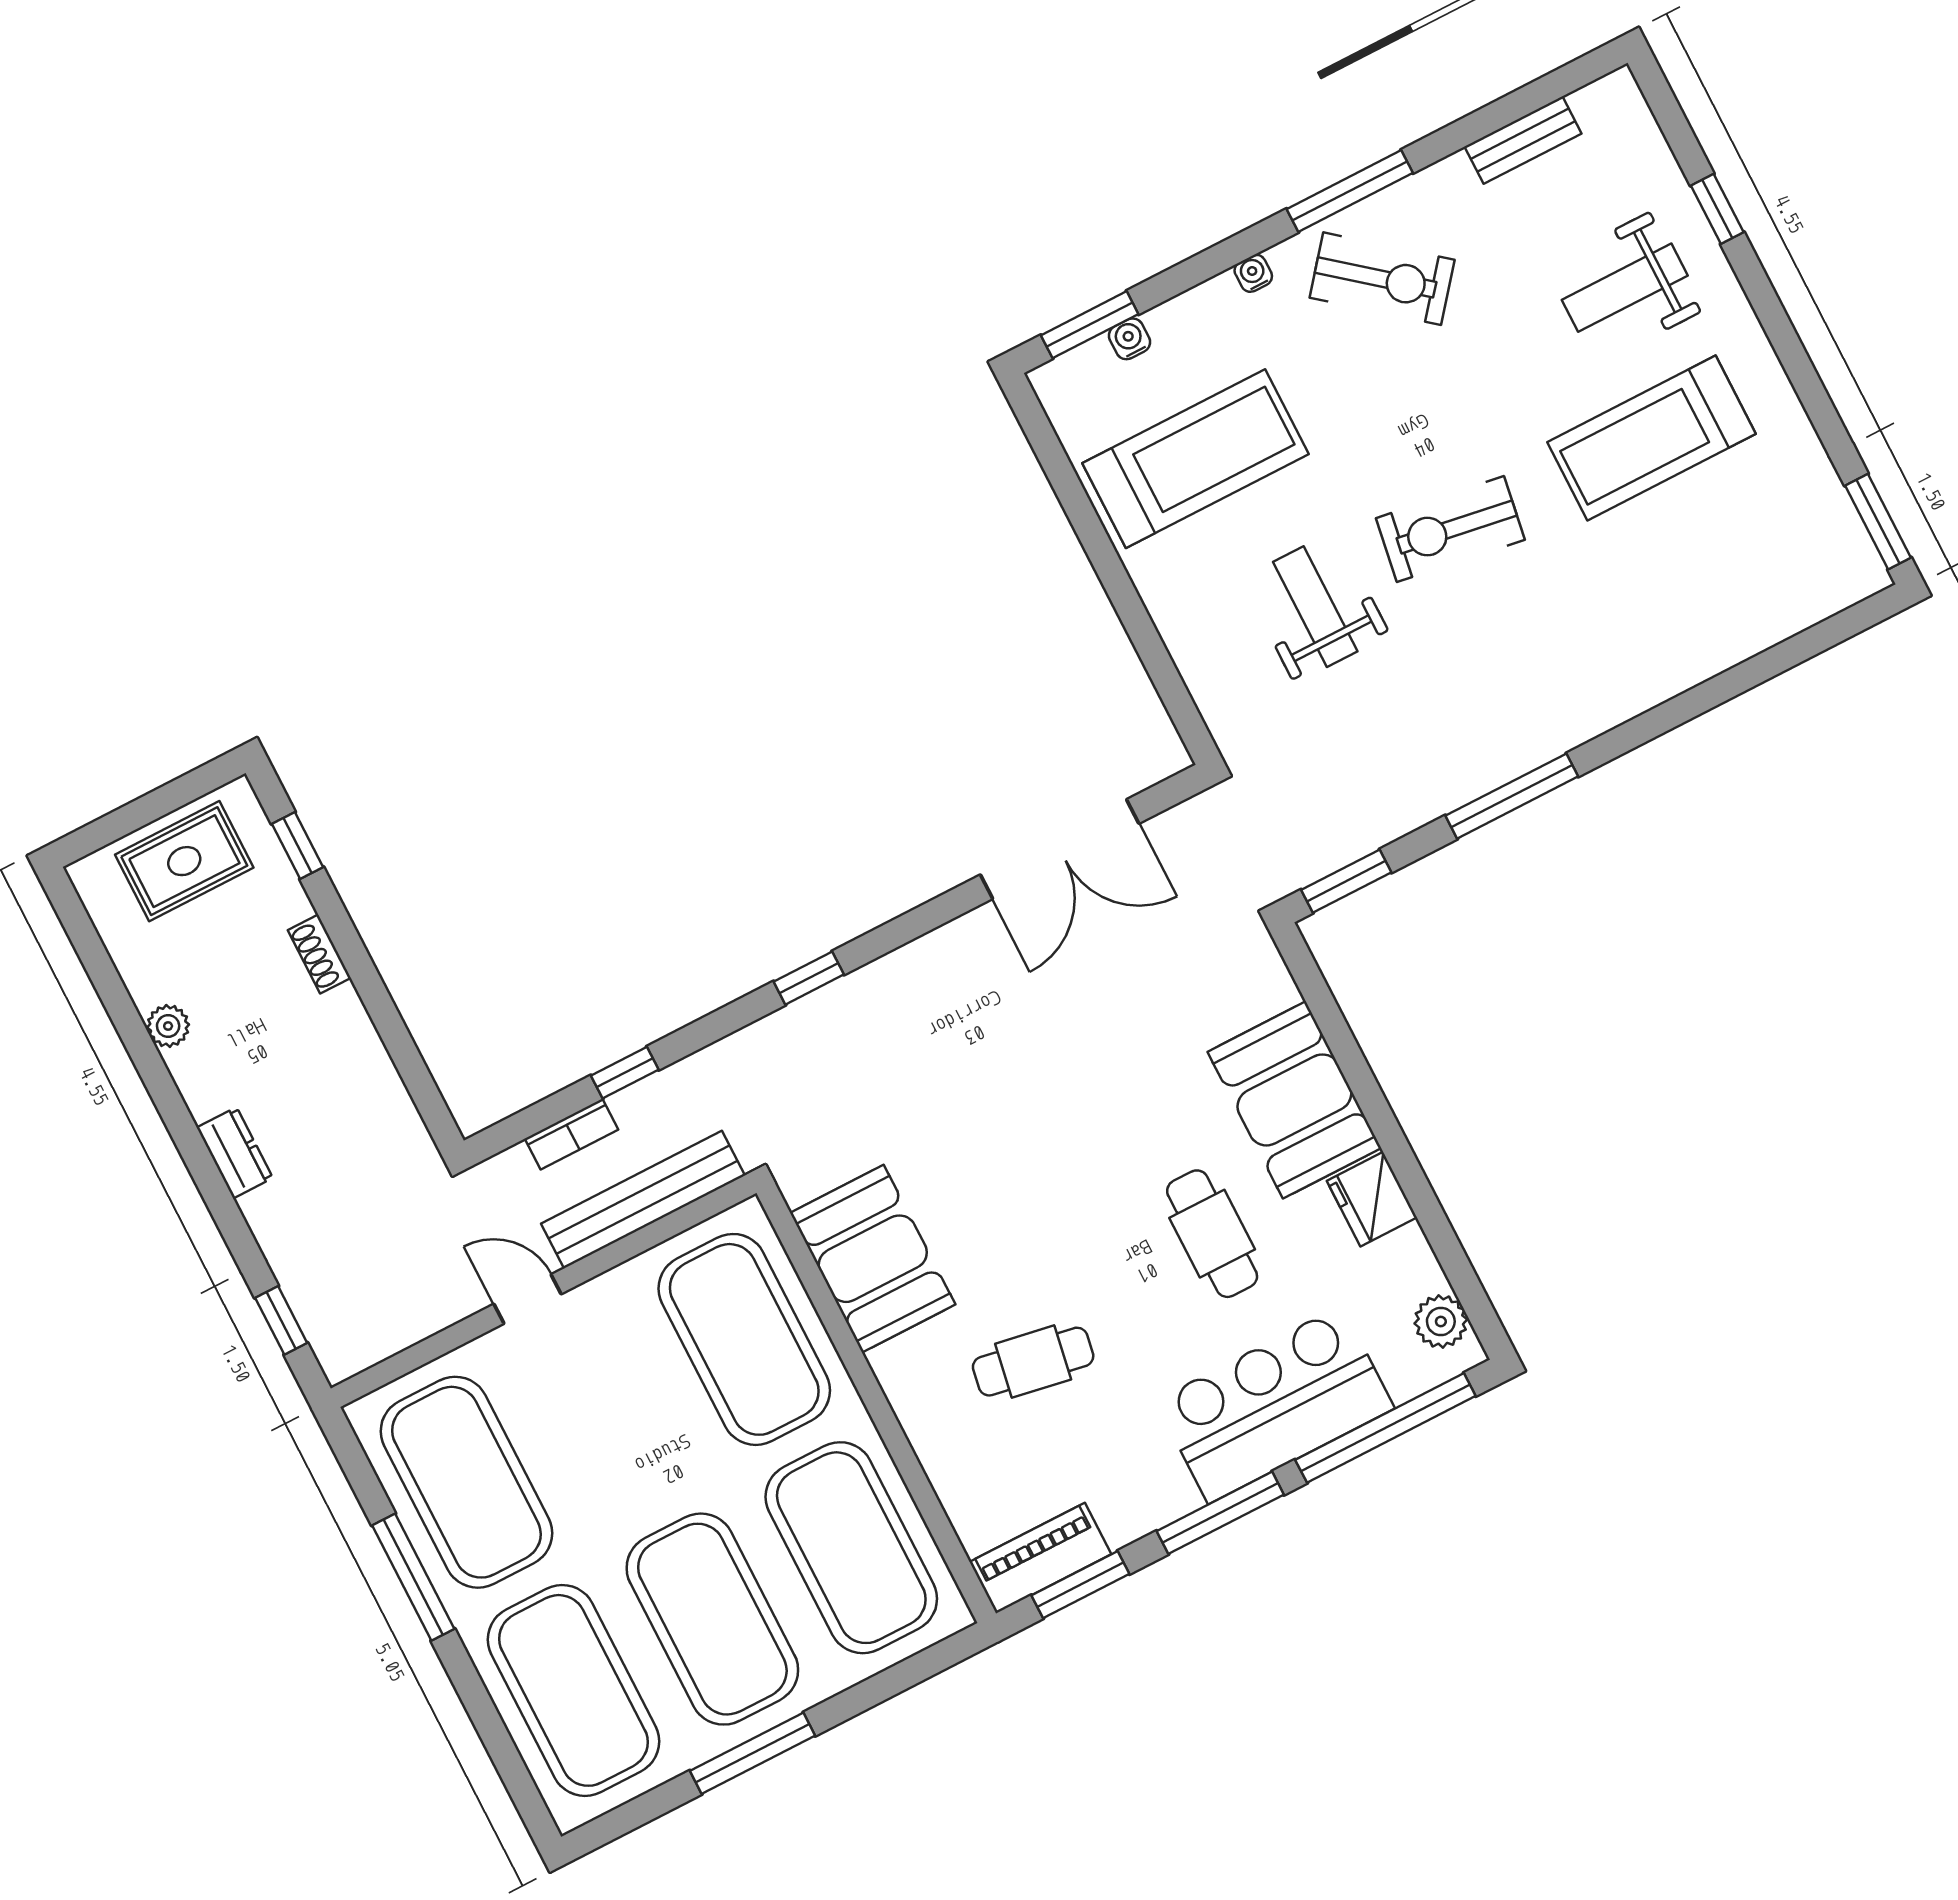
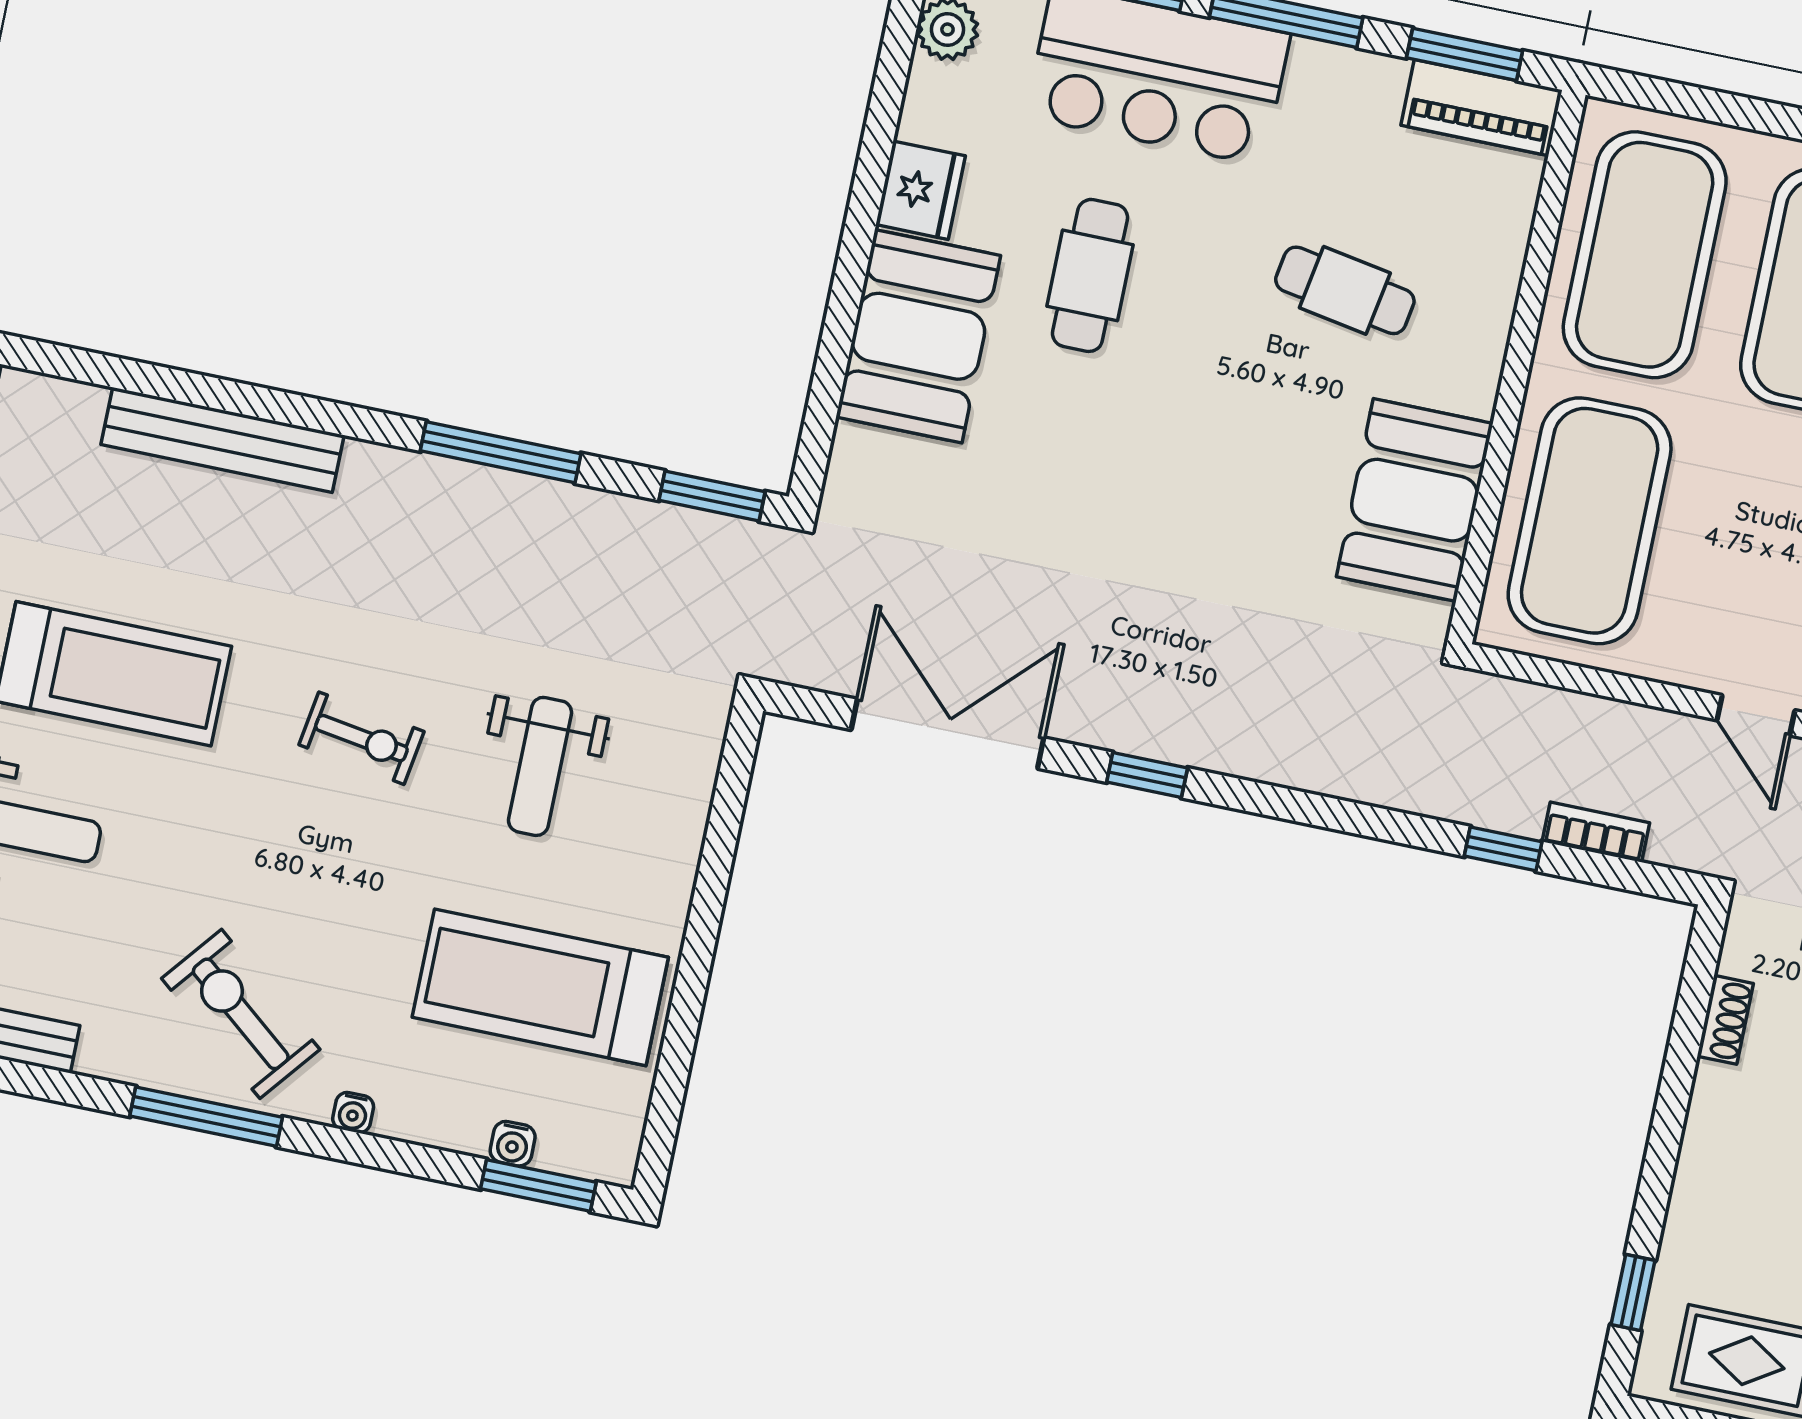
exercise bike: (1450, 529) -> (361, 738), width x0.73, depth x0.72
shoe rack: (319, 954) -> (1725, 1020), moved
window: (809, 978) -> (1147, 775), moved
bench: (643, 1200) -> (223, 440), moved

